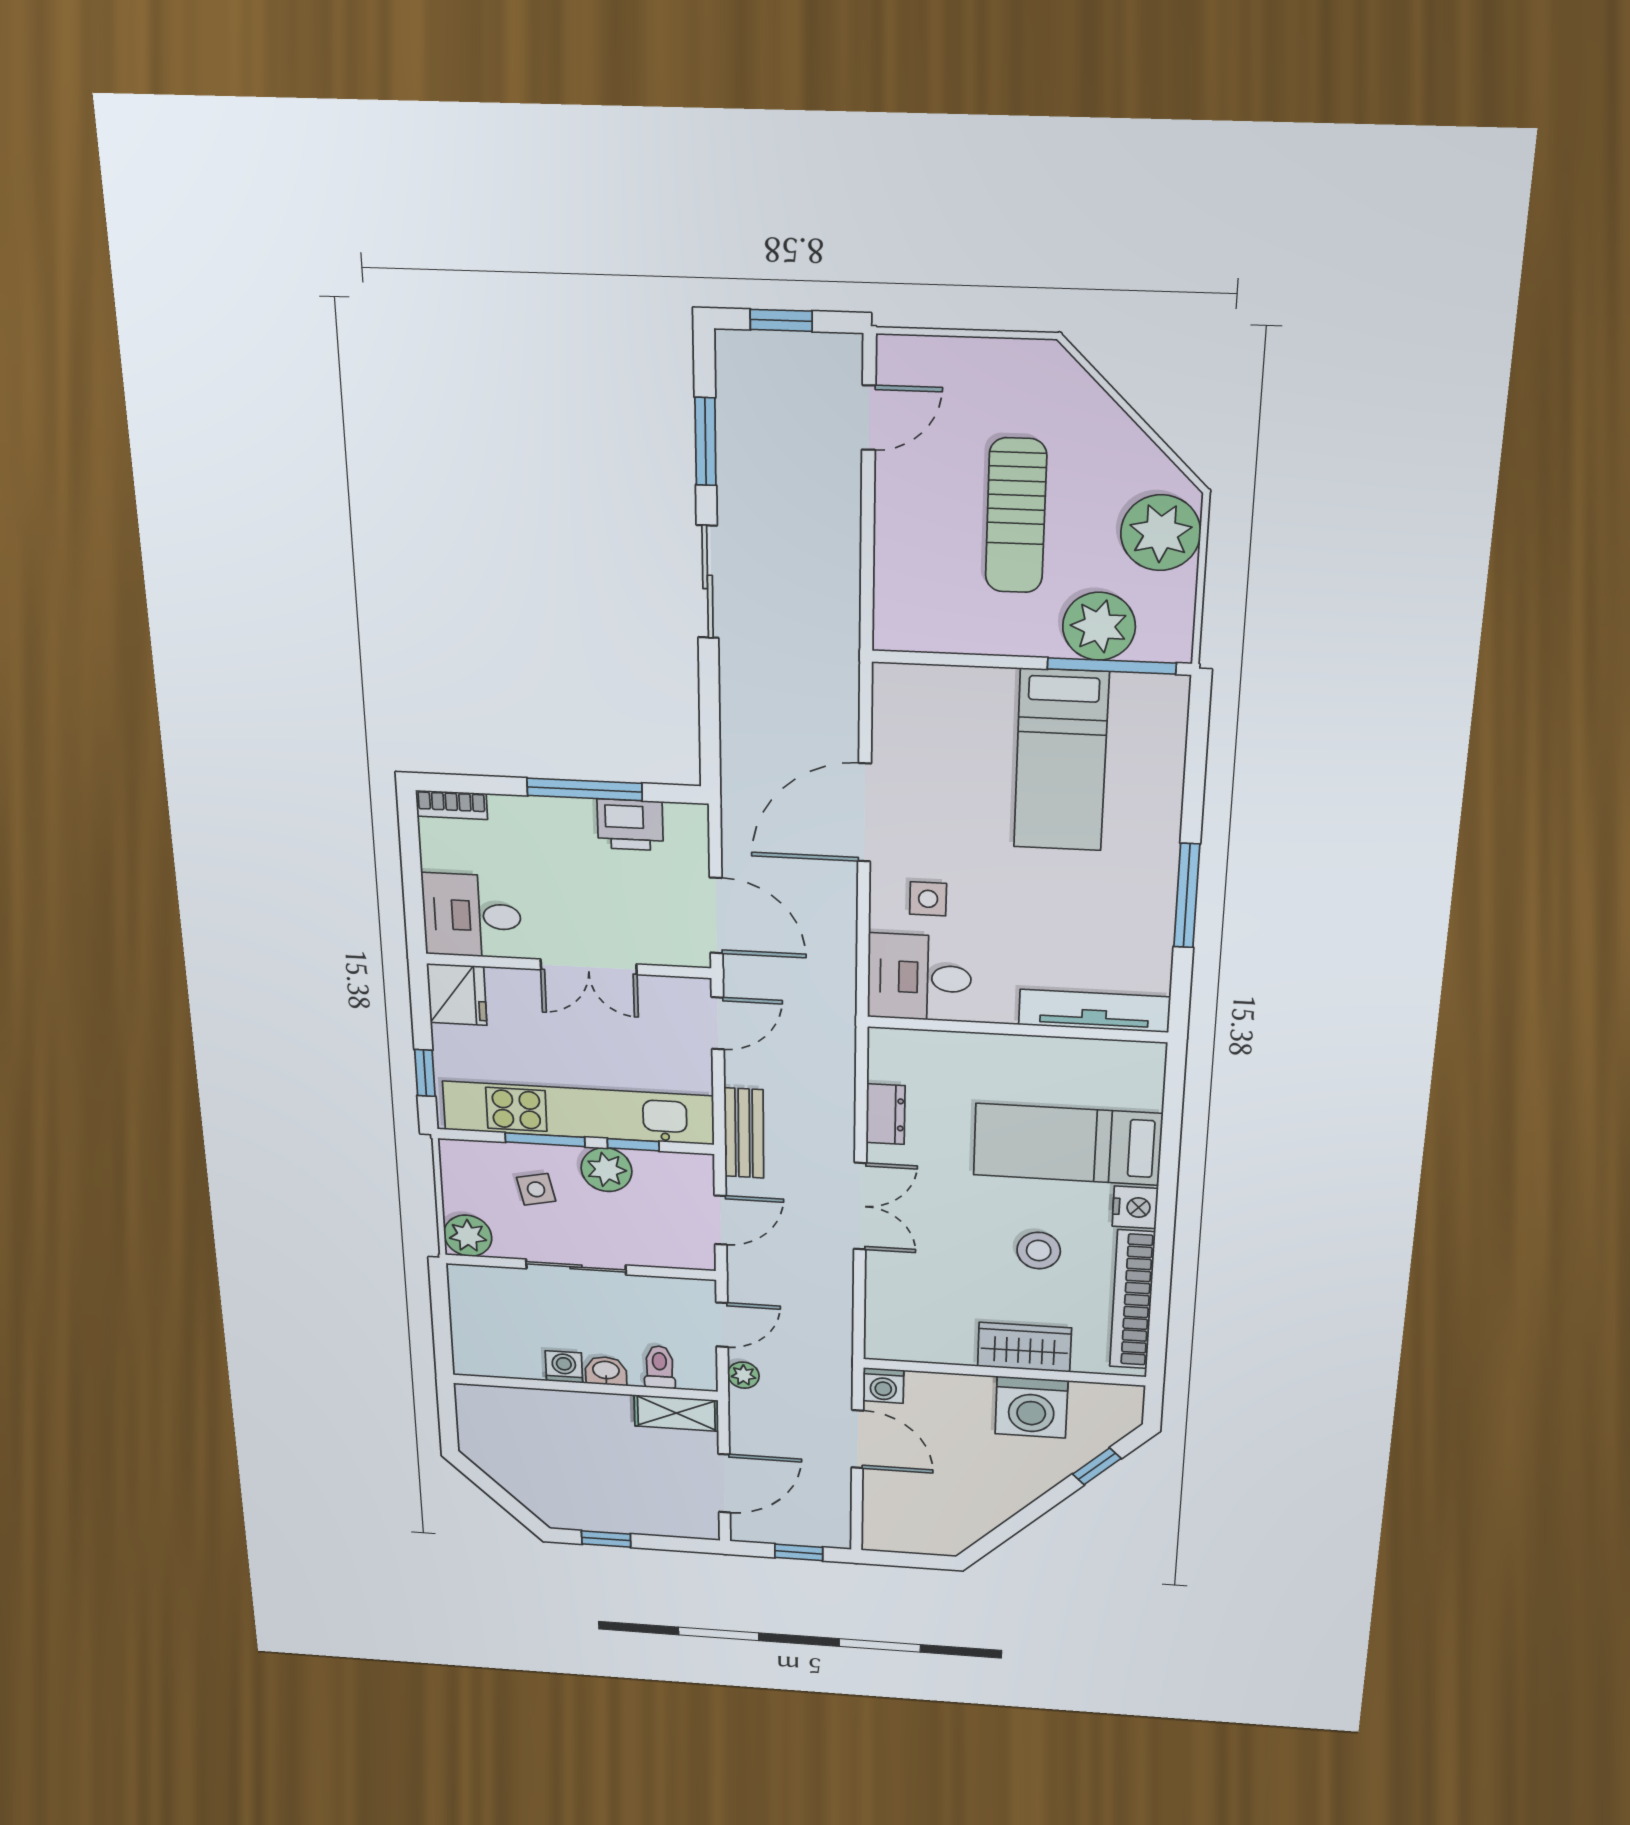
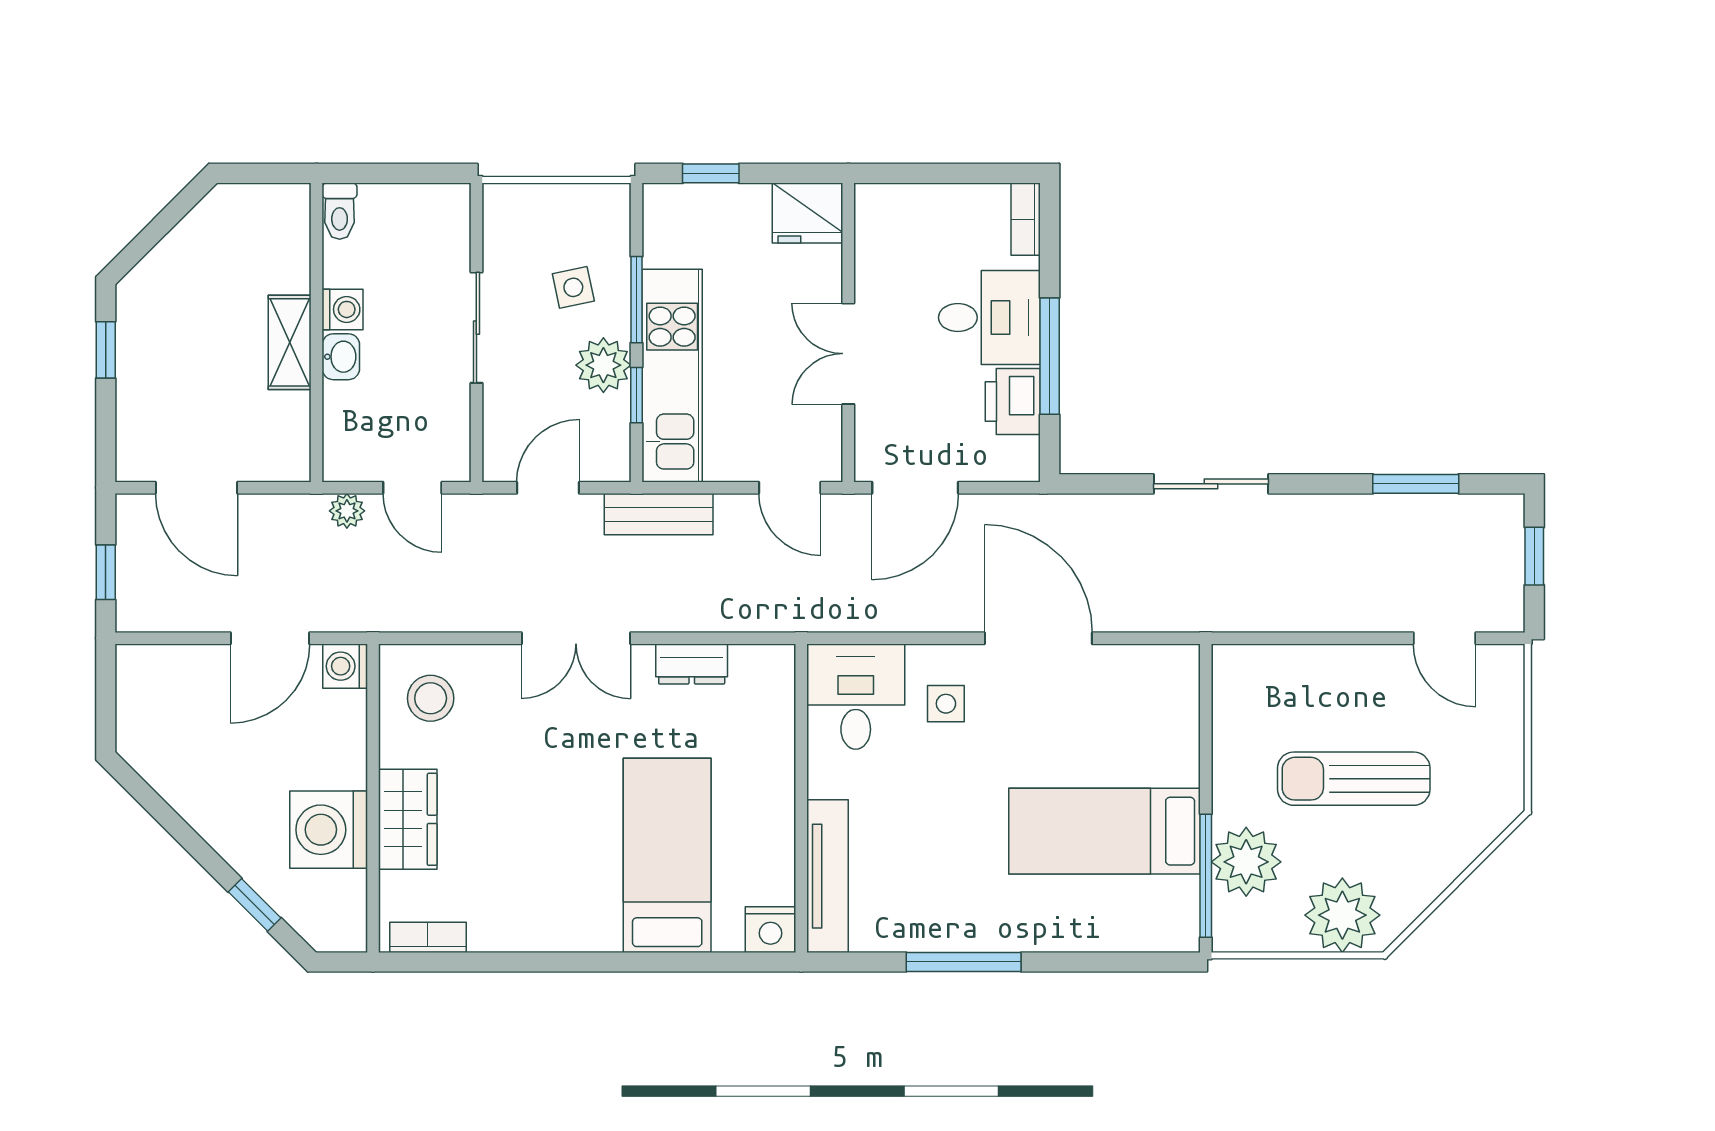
sliding door: (708, 582) -> (1211, 484), moved
desk: (472, 916) -> (989, 318), moved, turned 90
kitchen unit: (578, 1113) -> (672, 376), width x0.73
nightstand: (1135, 1207) -> (771, 930), moved
door: (720, 1220) -> (548, 488), swing flipped
plant: (468, 1236) -> (509, 209), removed
stool: (1039, 1251) -> (431, 698), moved
bookcase: (1132, 1300) -> (428, 937), width x0.43, depth x0.76
toilet: (660, 1367) -> (340, 211), moved, turned 90
shelving: (676, 1413) -> (290, 342), moved

